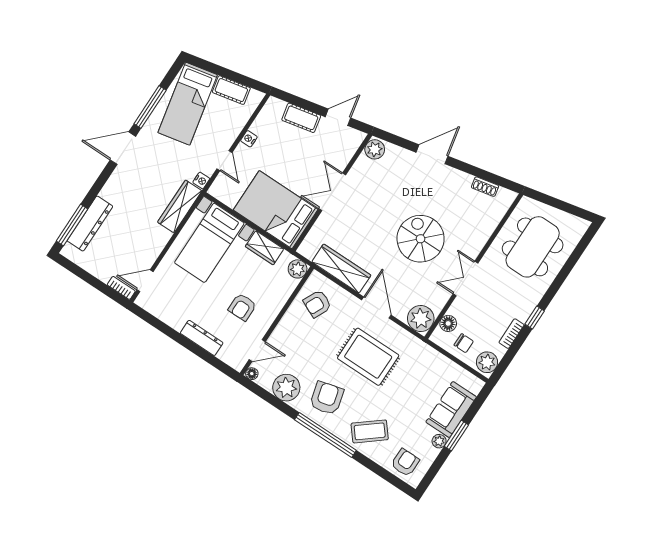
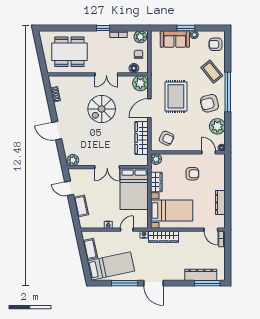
dresser: (202, 338) -> (220, 202), moved

